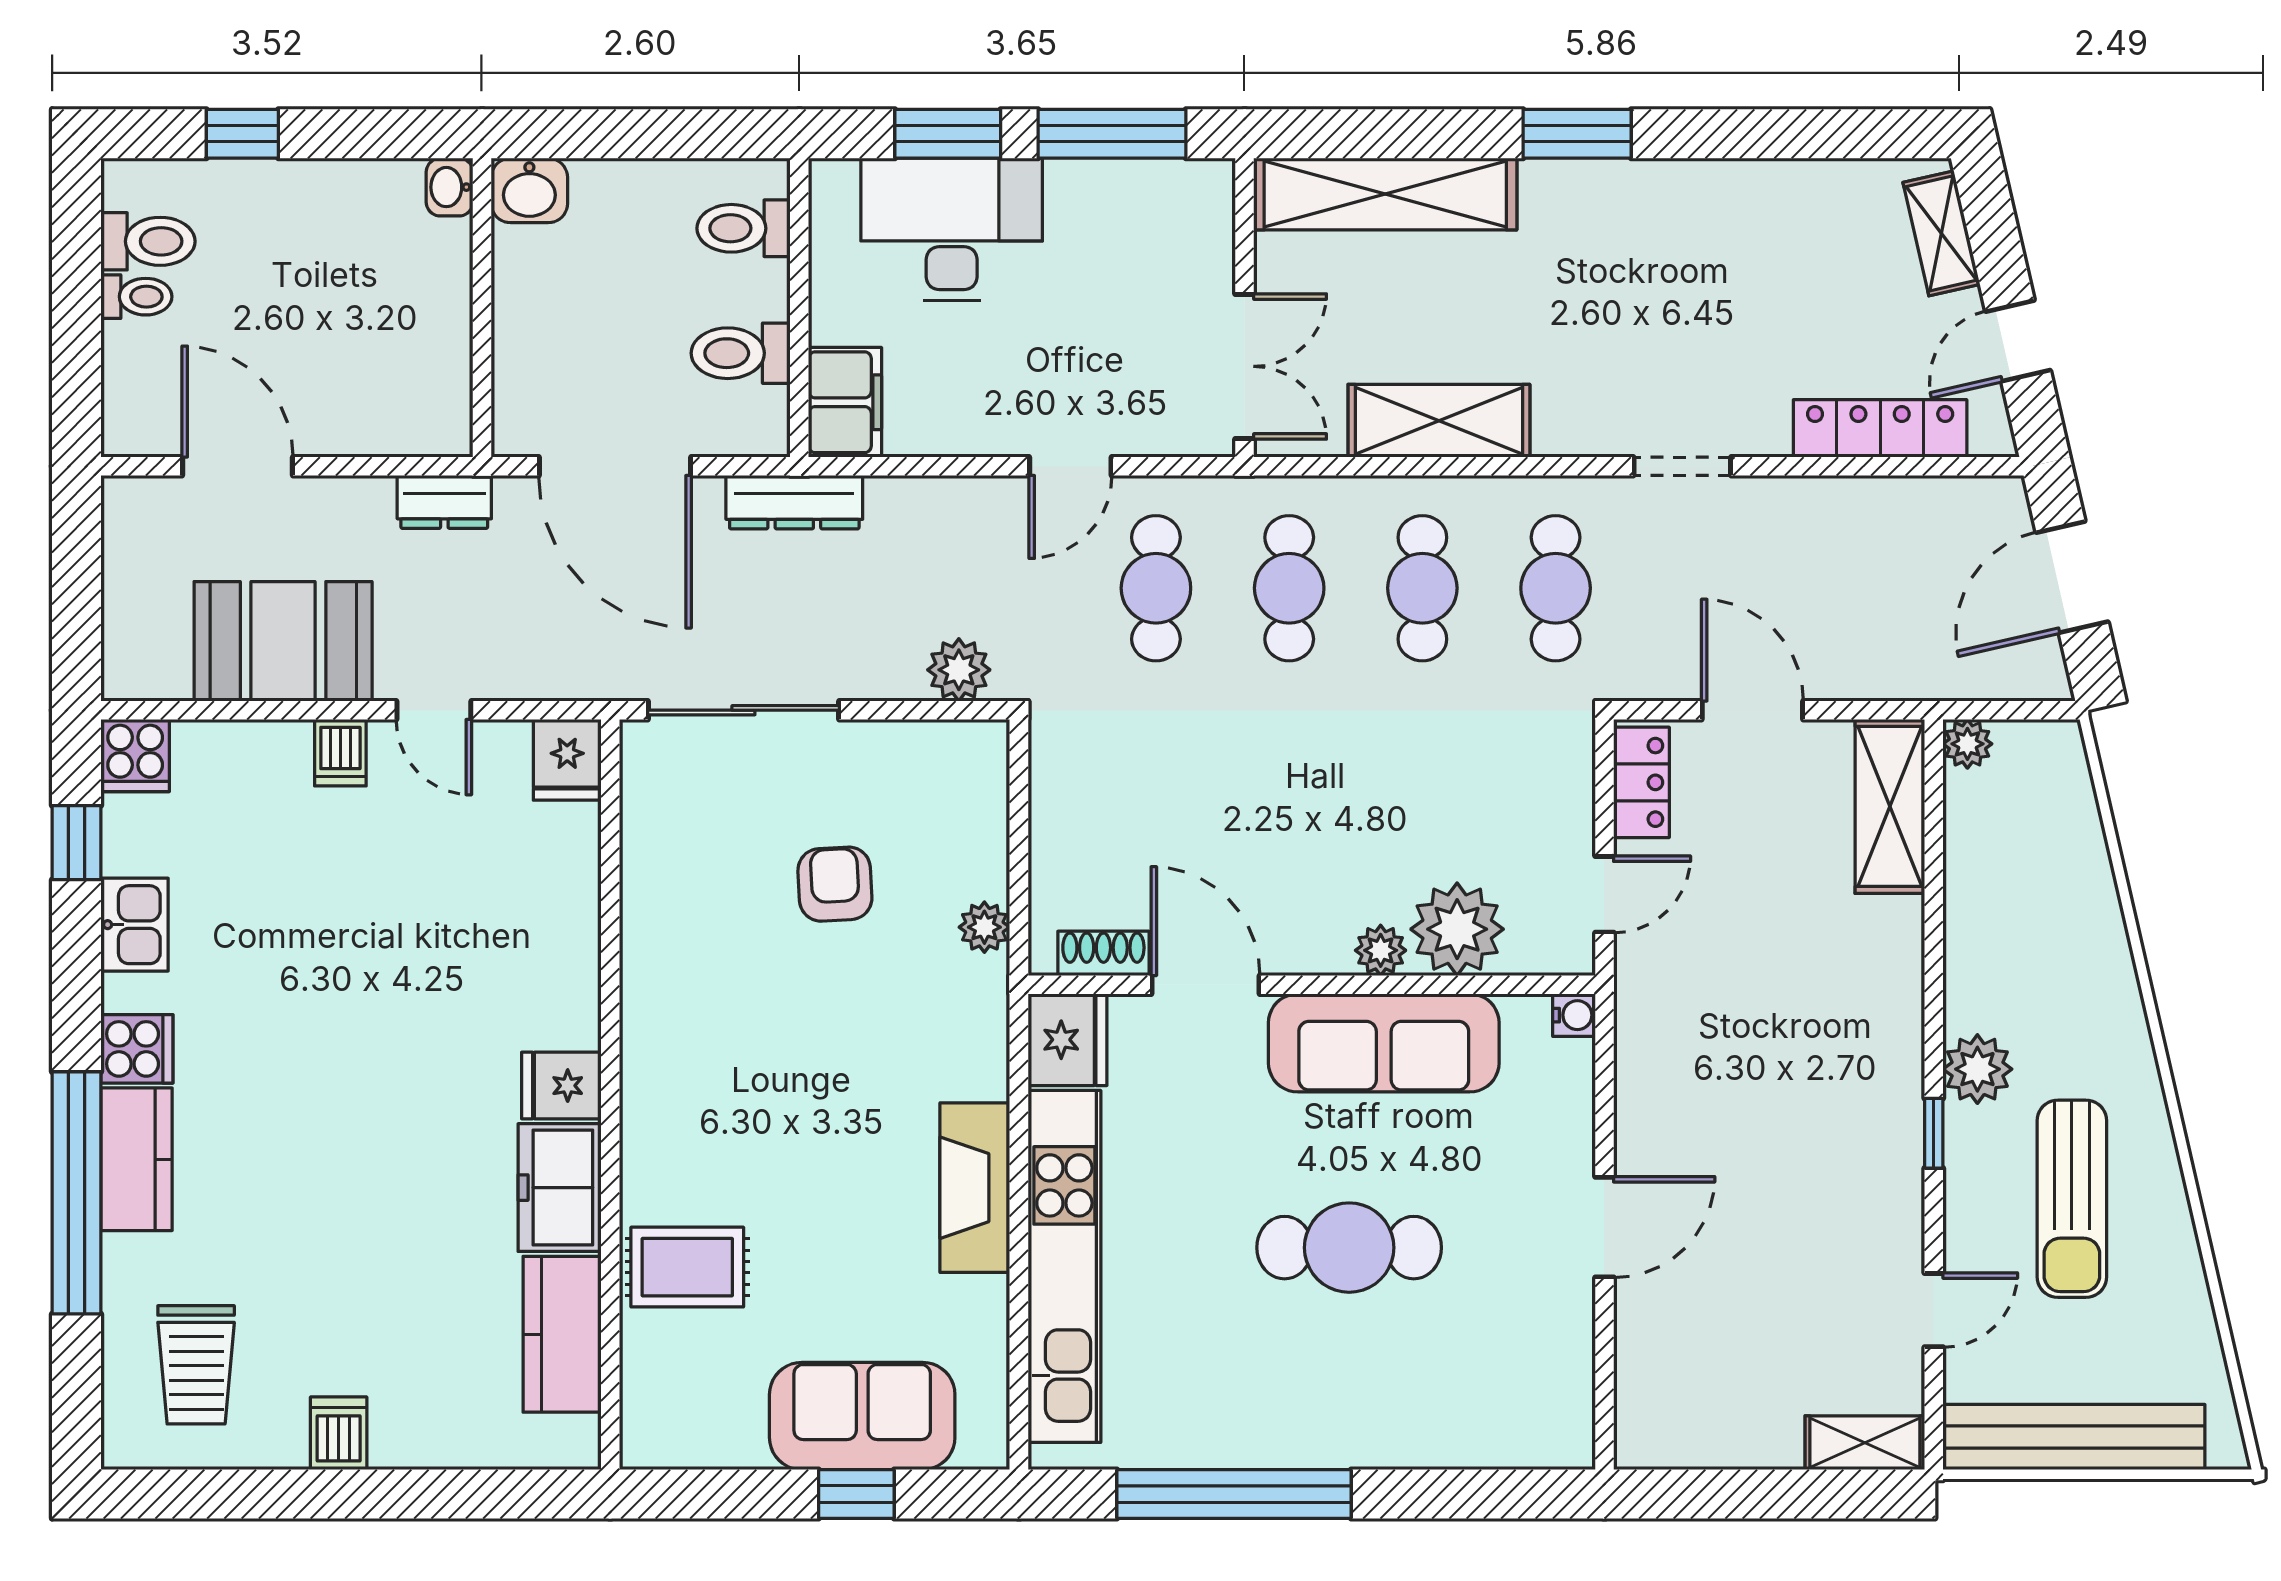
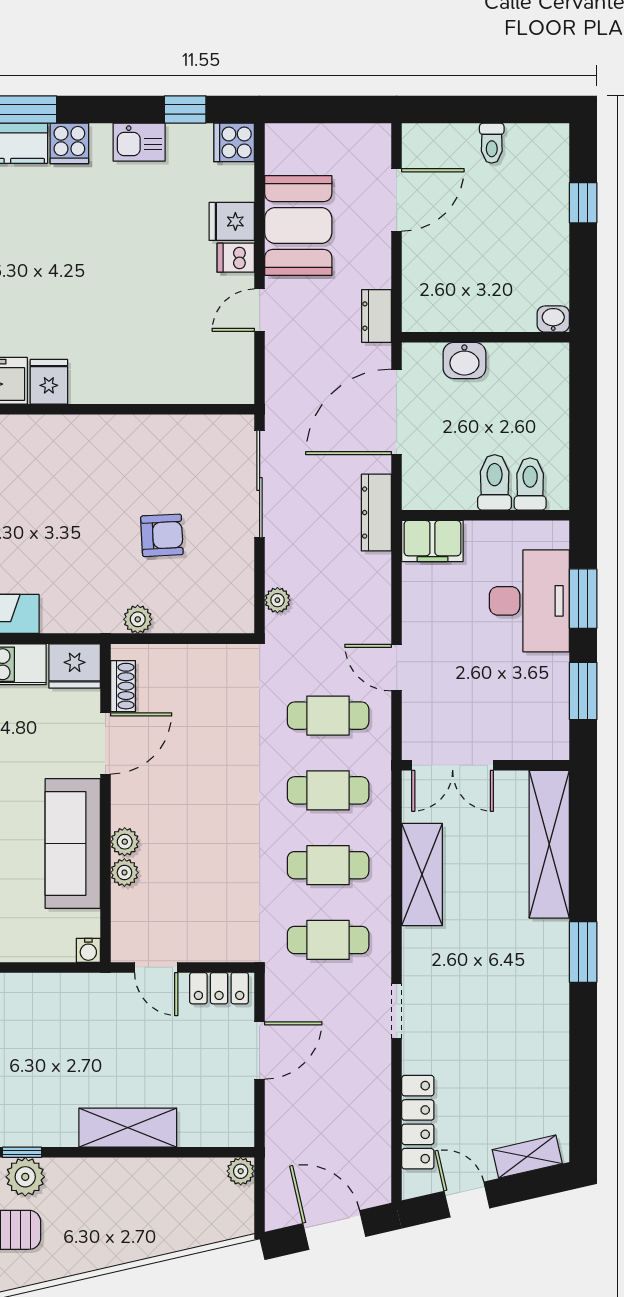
window: (1112, 134) -> (583, 691), width x0.69
washbasin: (529, 190) -> (464, 361), moved, turned -90
toilet: (148, 241) -> (523, 150), removed
toilet: (741, 353) -> (495, 482), moved
plant: (959, 670) -> (277, 600), width x0.73, depth x0.73
fridge: (567, 760) -> (232, 221), moved
shelving: (1890, 806) -> (128, 1128), moved
plant: (1457, 929) -> (124, 873), width x0.53, depth x0.53
plant: (1977, 1069) -> (25, 1177), moved

